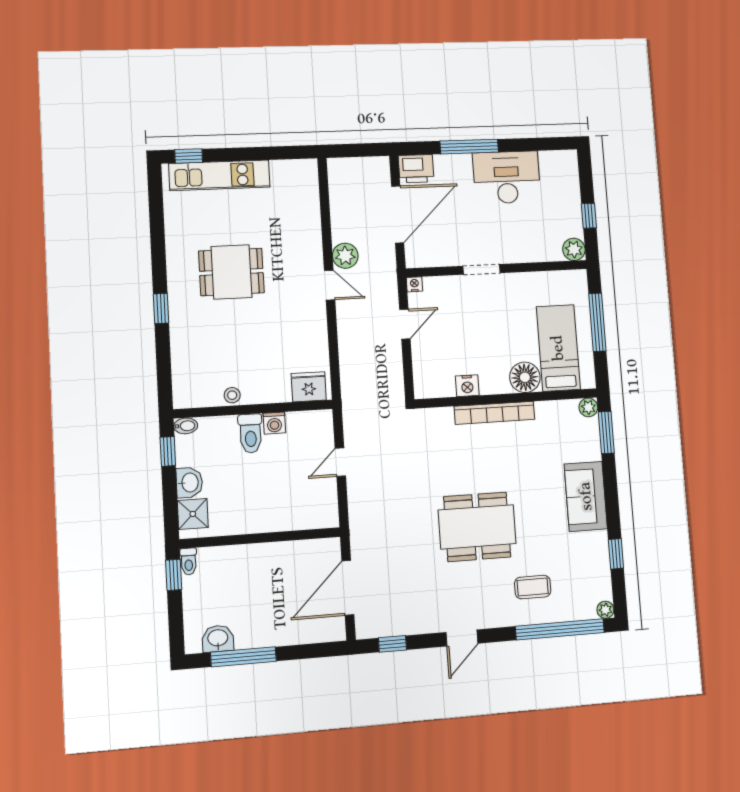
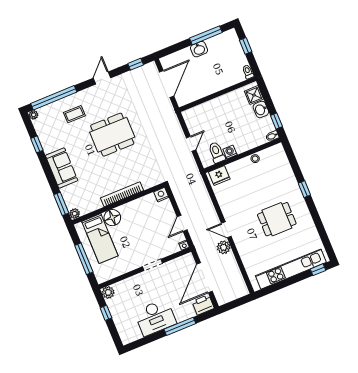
kitchen unit: (220, 175) -> (291, 269), width x1.36
nightstand: (467, 386) -> (161, 195), moved
toilet: (250, 433) -> (217, 153), moved
window: (174, 575) -> (246, 46), moved
washbasin: (218, 639) -> (199, 49), moved

